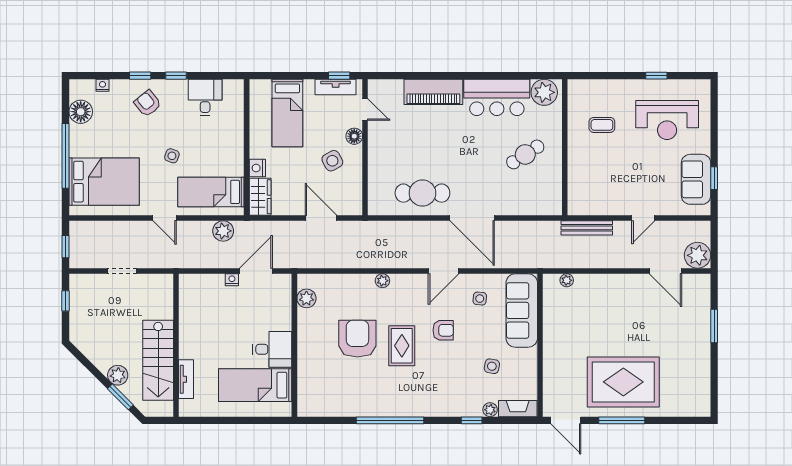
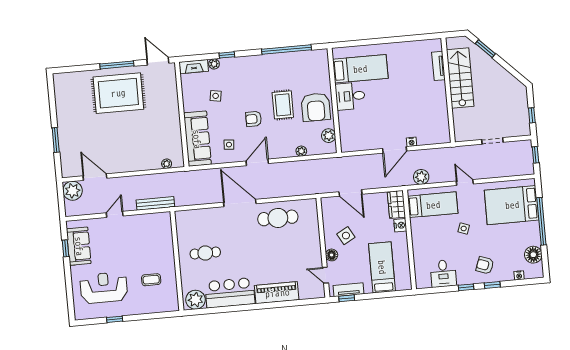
armchair: (148, 103) -> (485, 265), turned 149
cafe table: (525, 154) -> (205, 253), turned 33
plant: (306, 298) -> (329, 136), moved
wall: (294, 345) -> (334, 101), moved
desk: (272, 349) -> (350, 96), moved
plant: (118, 375) -> (489, 64), removed
bed: (255, 385) -> (360, 69), moved

